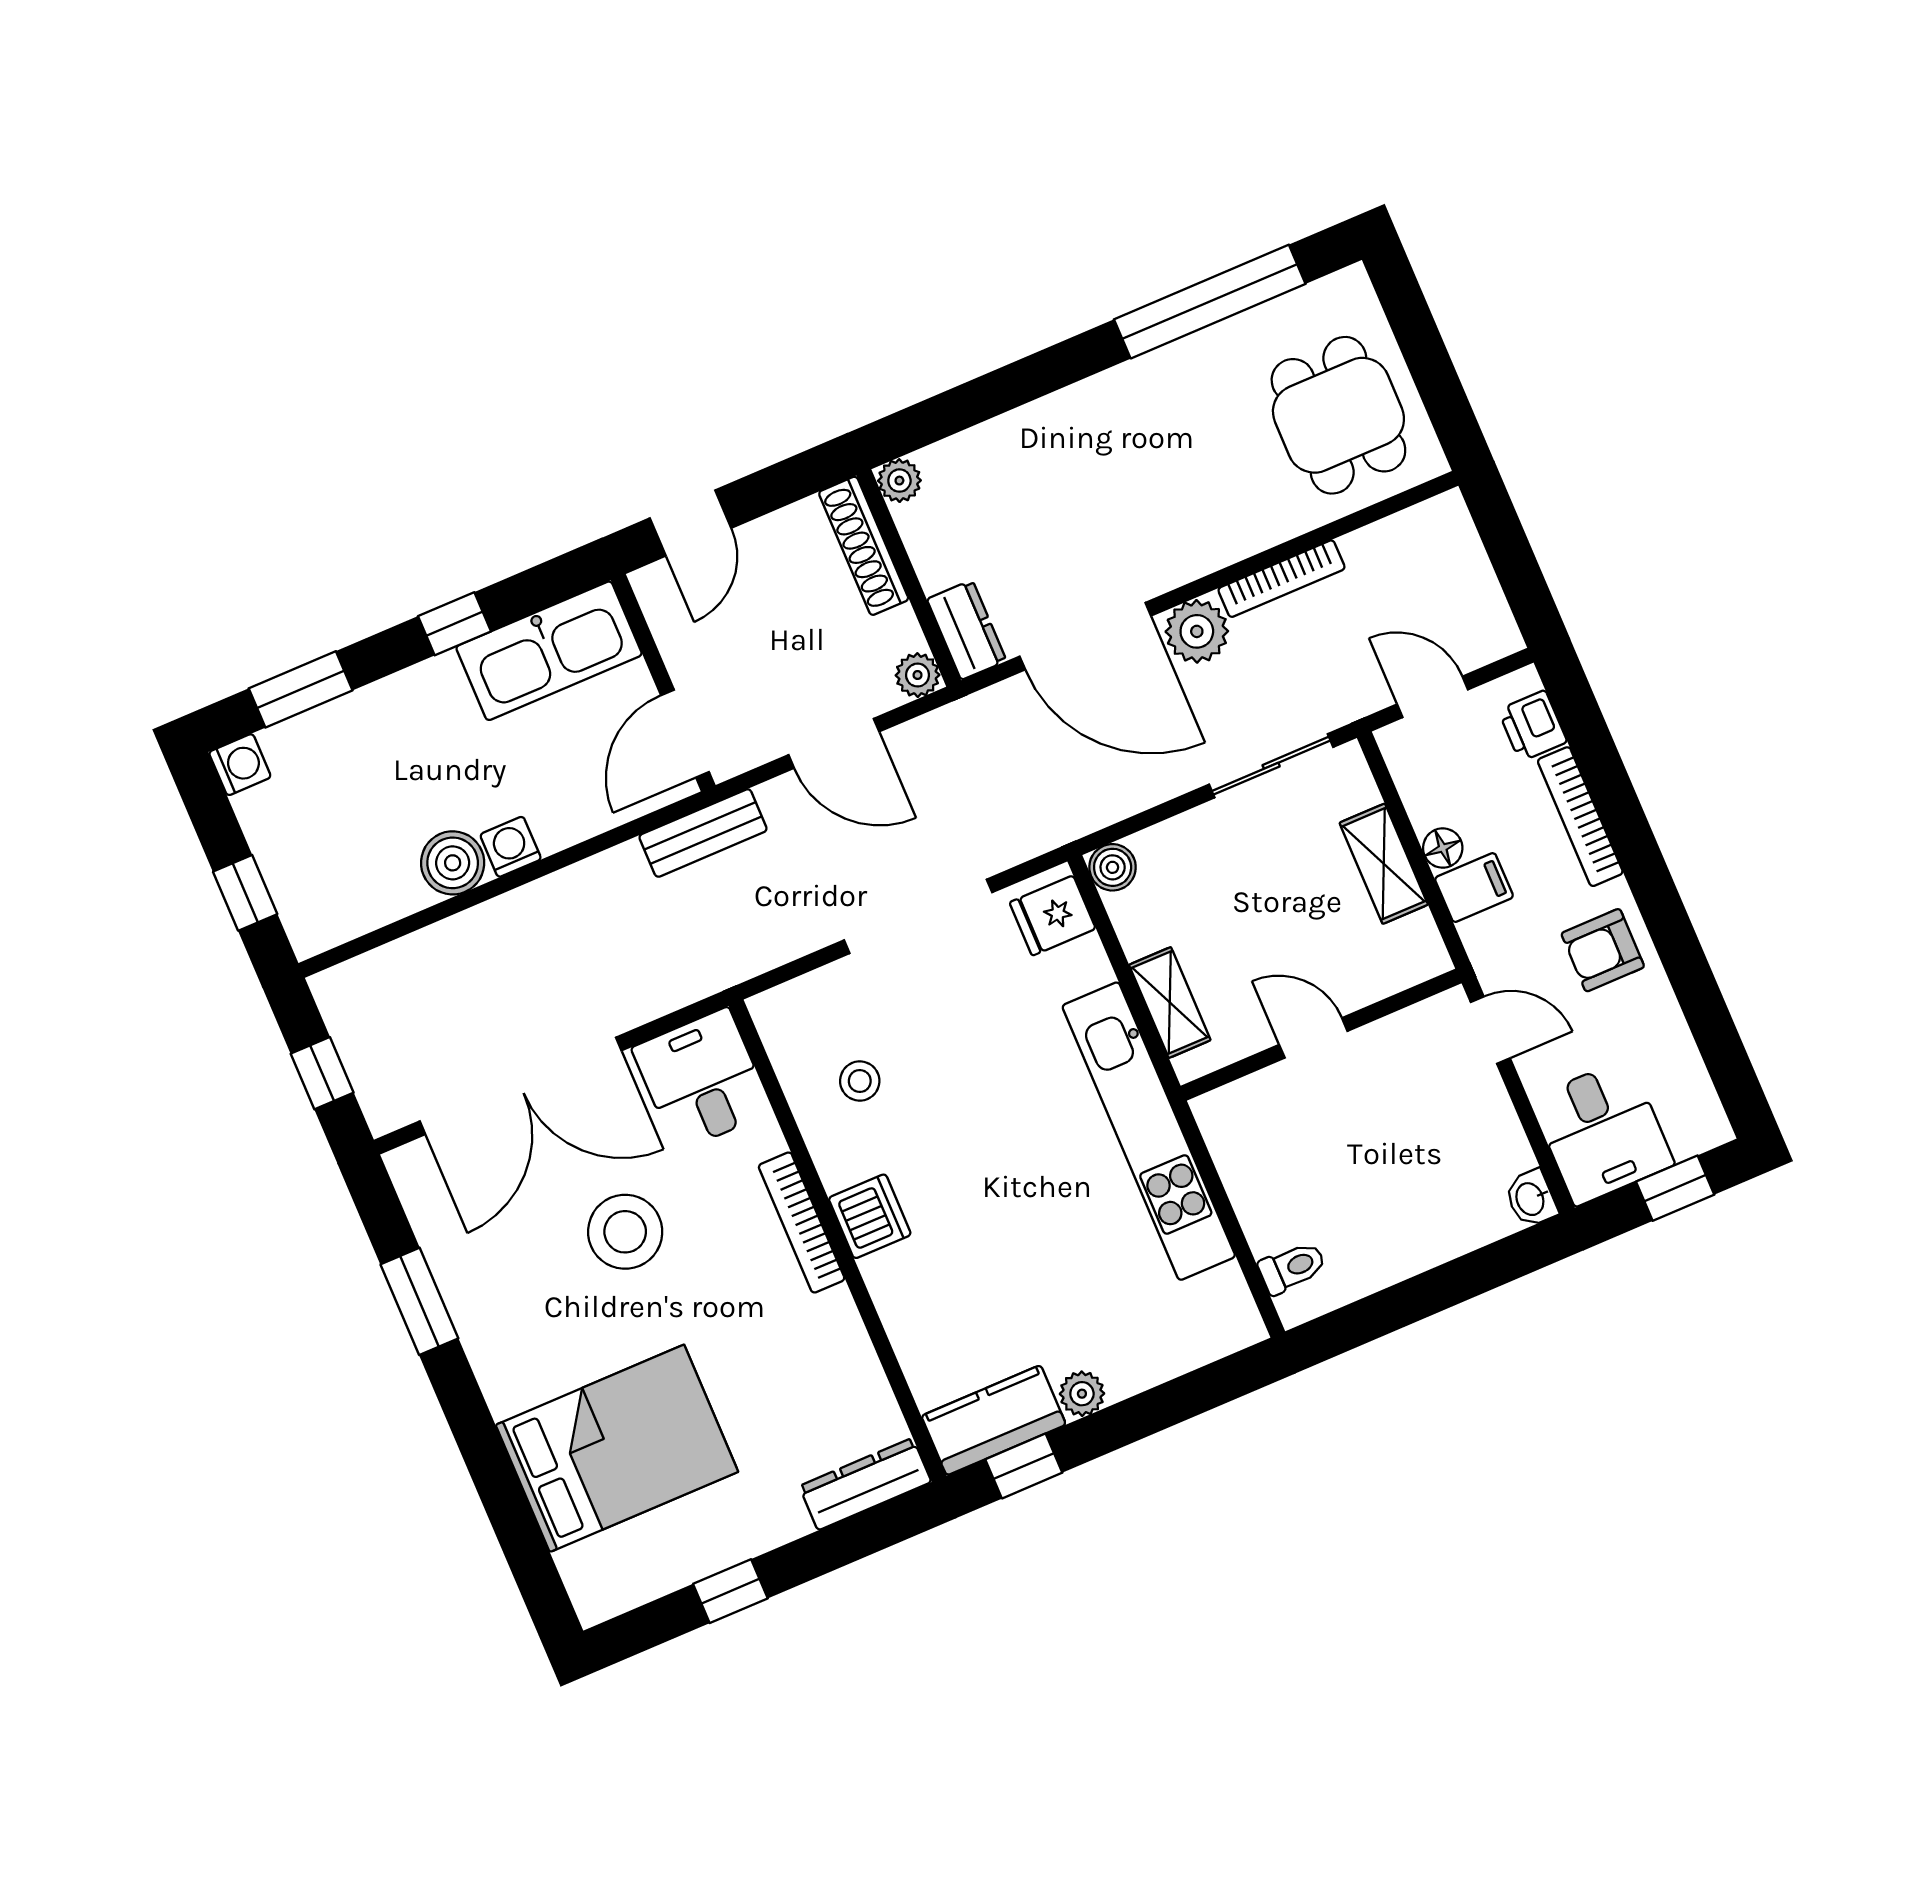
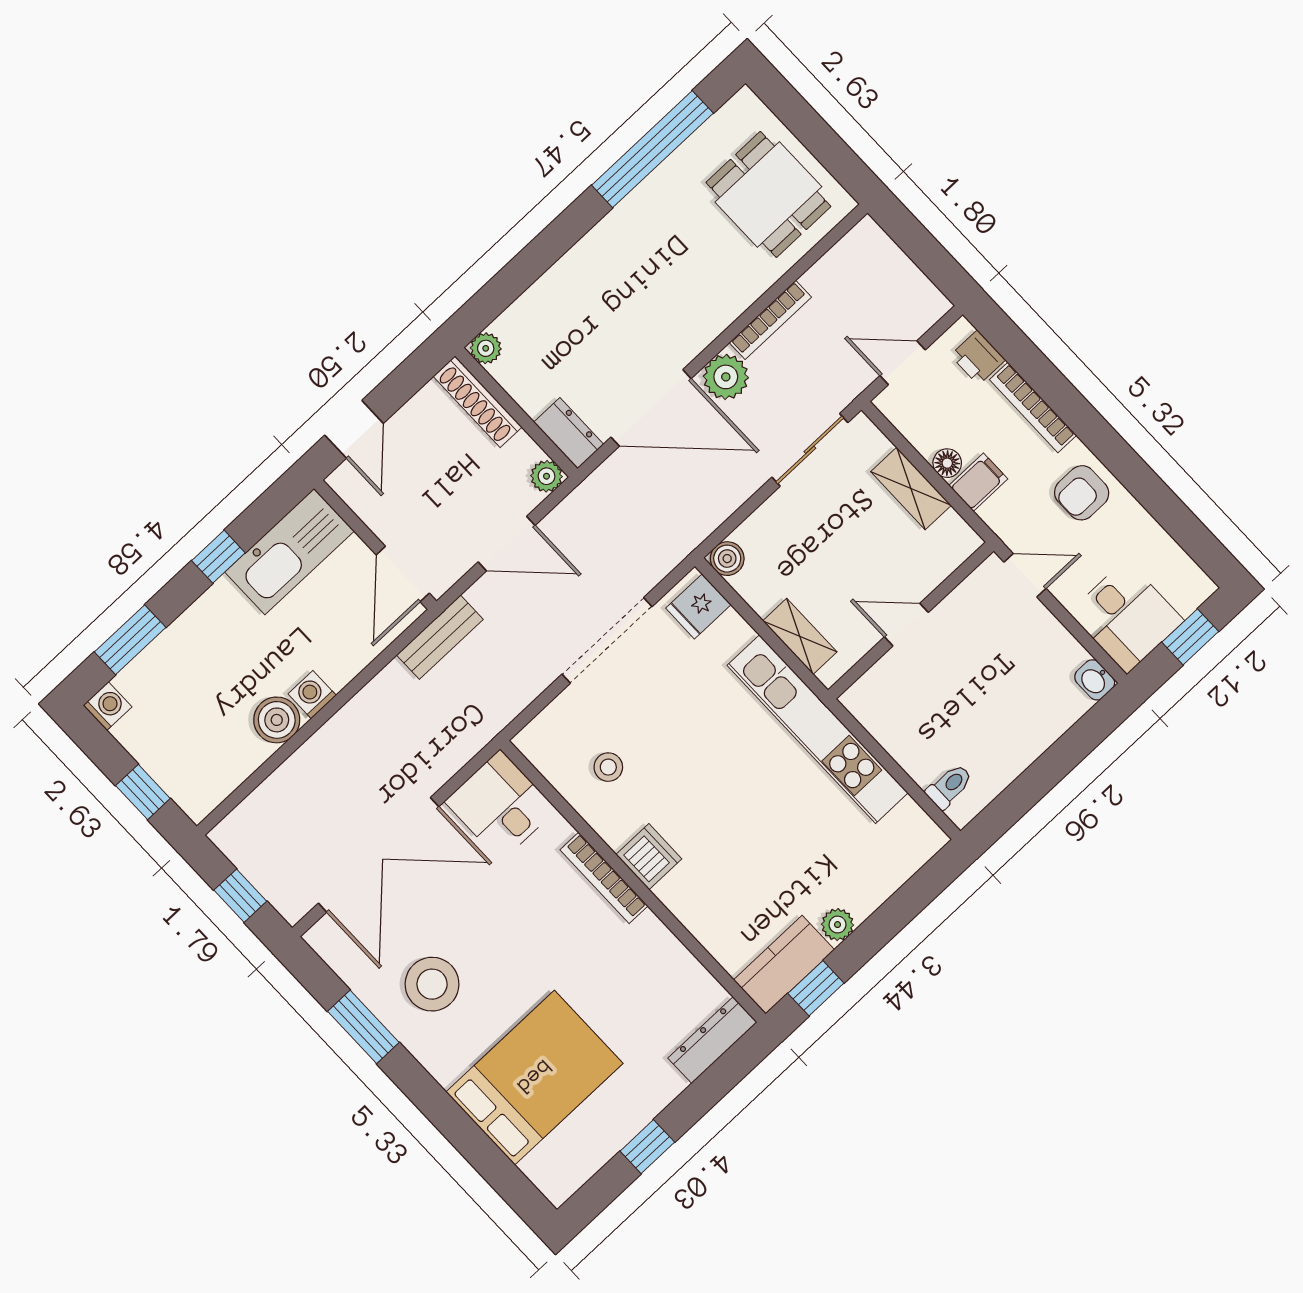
stool: (625, 1232) -> (432, 984), moved

